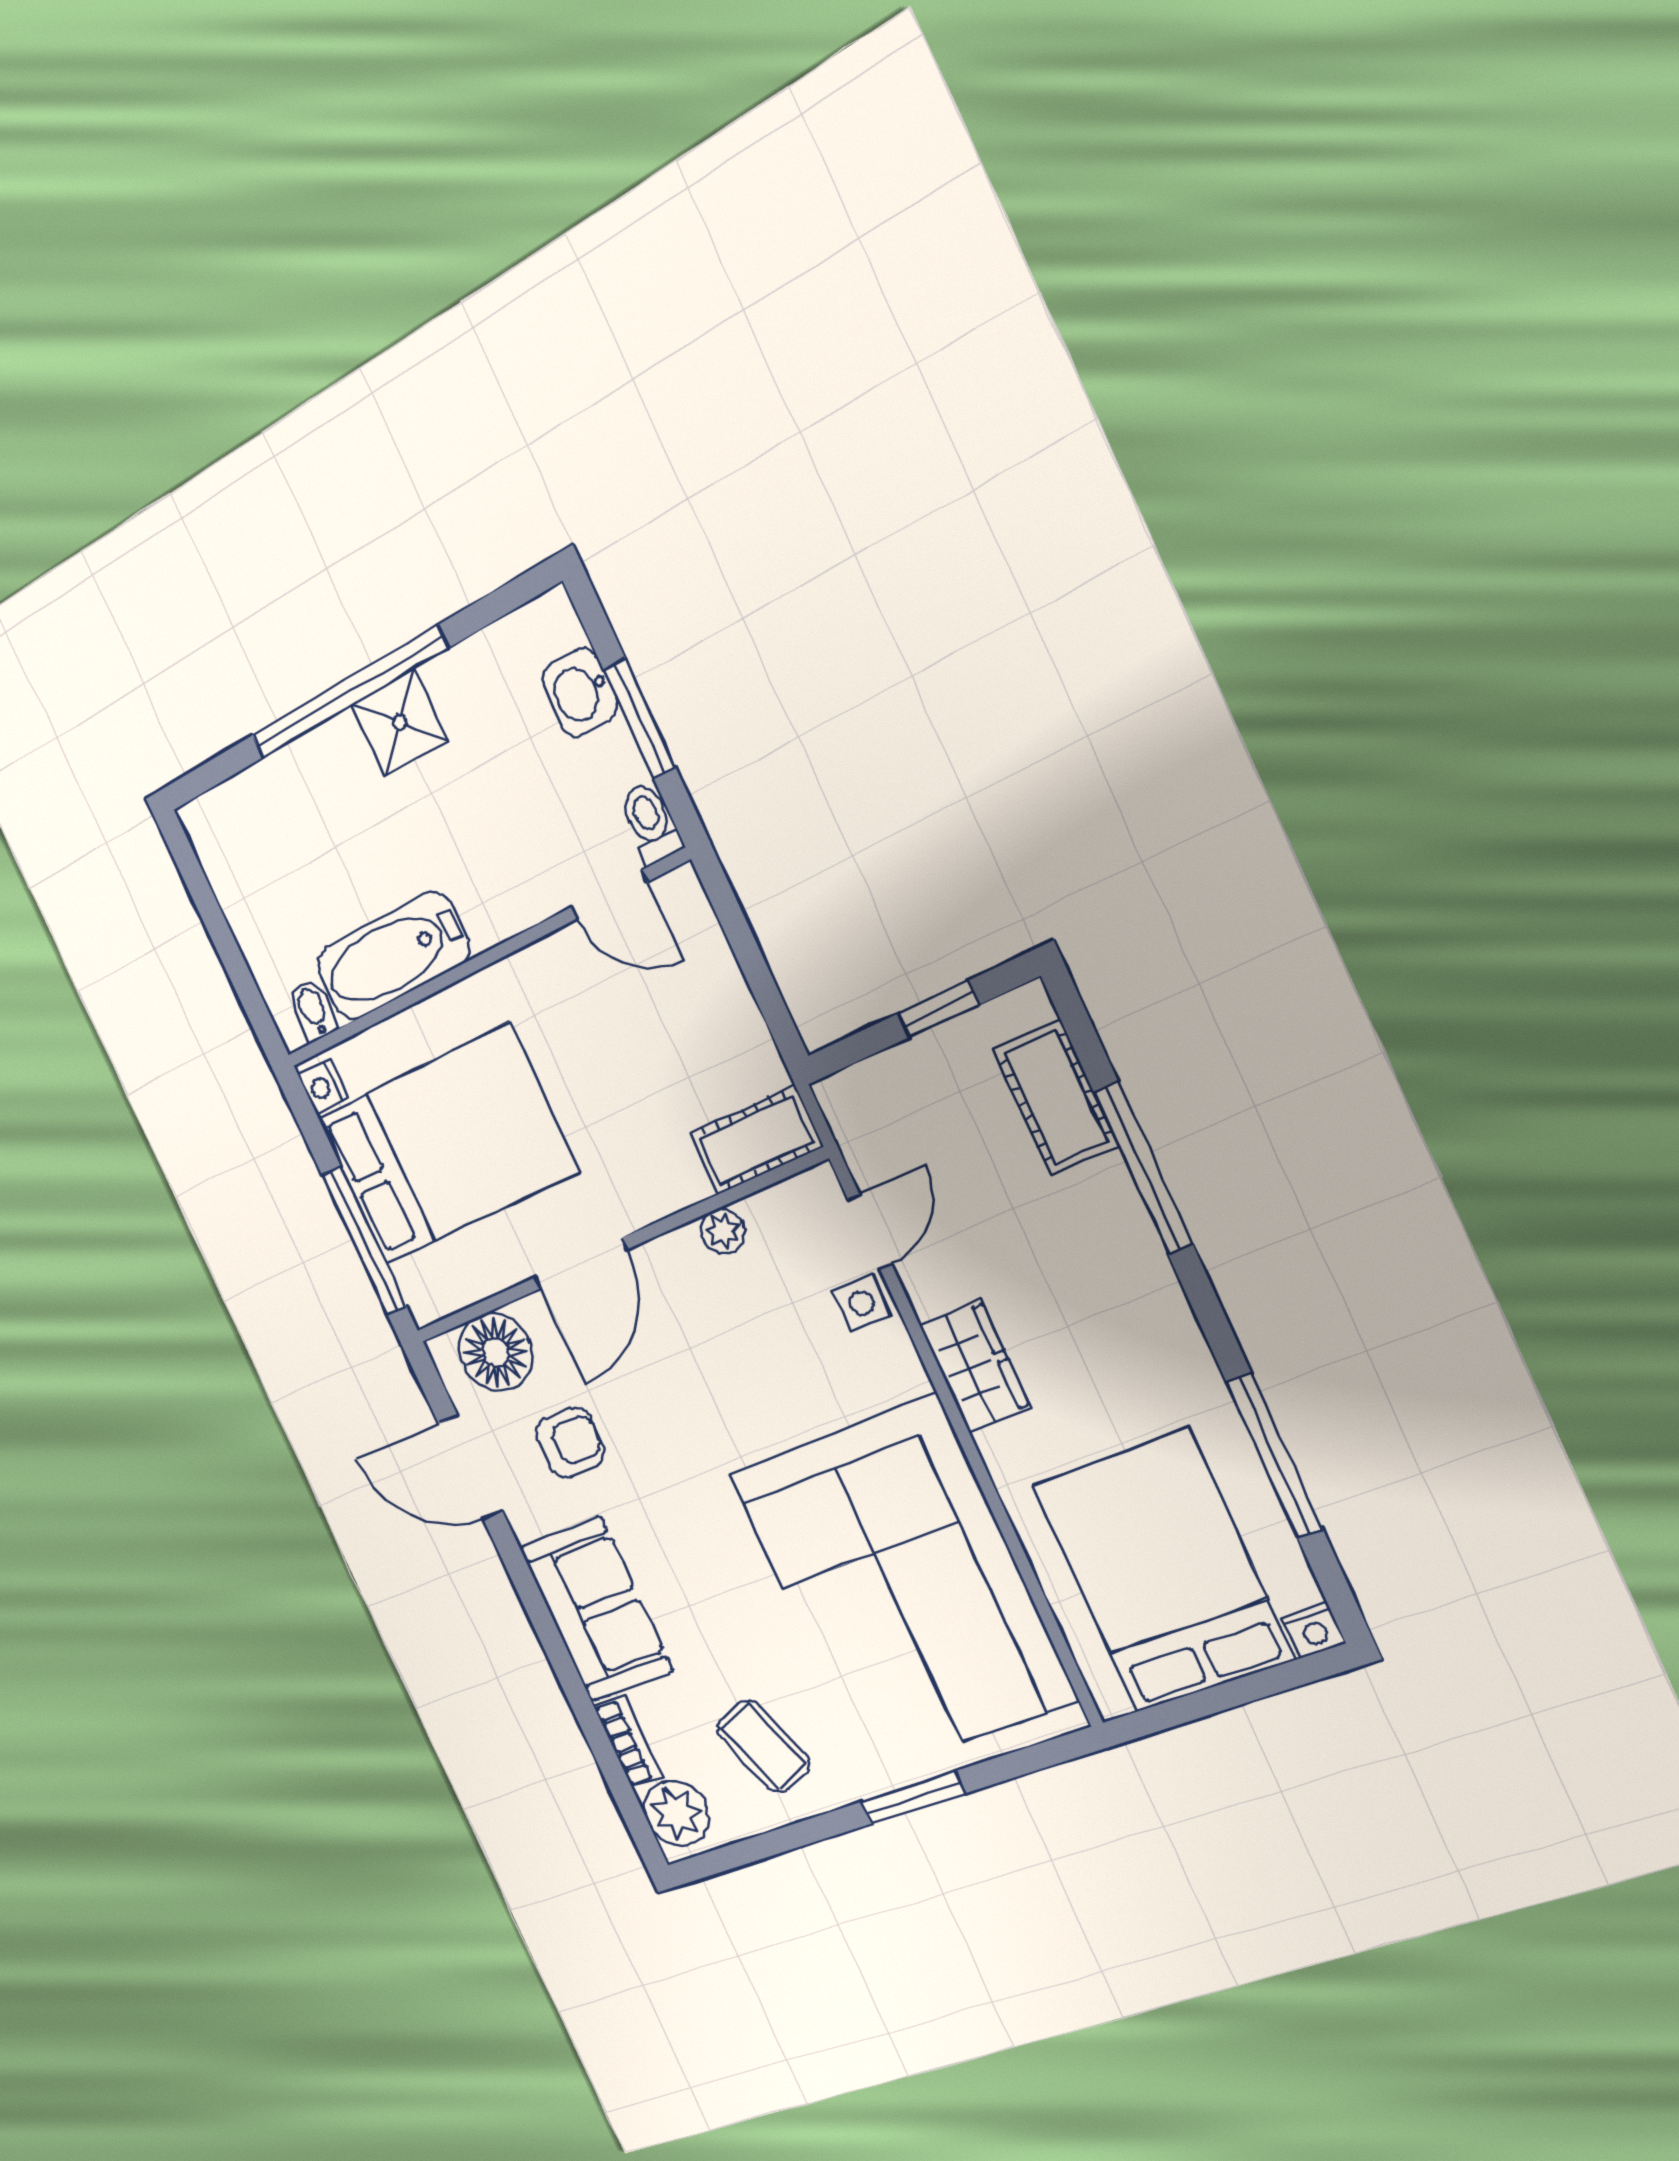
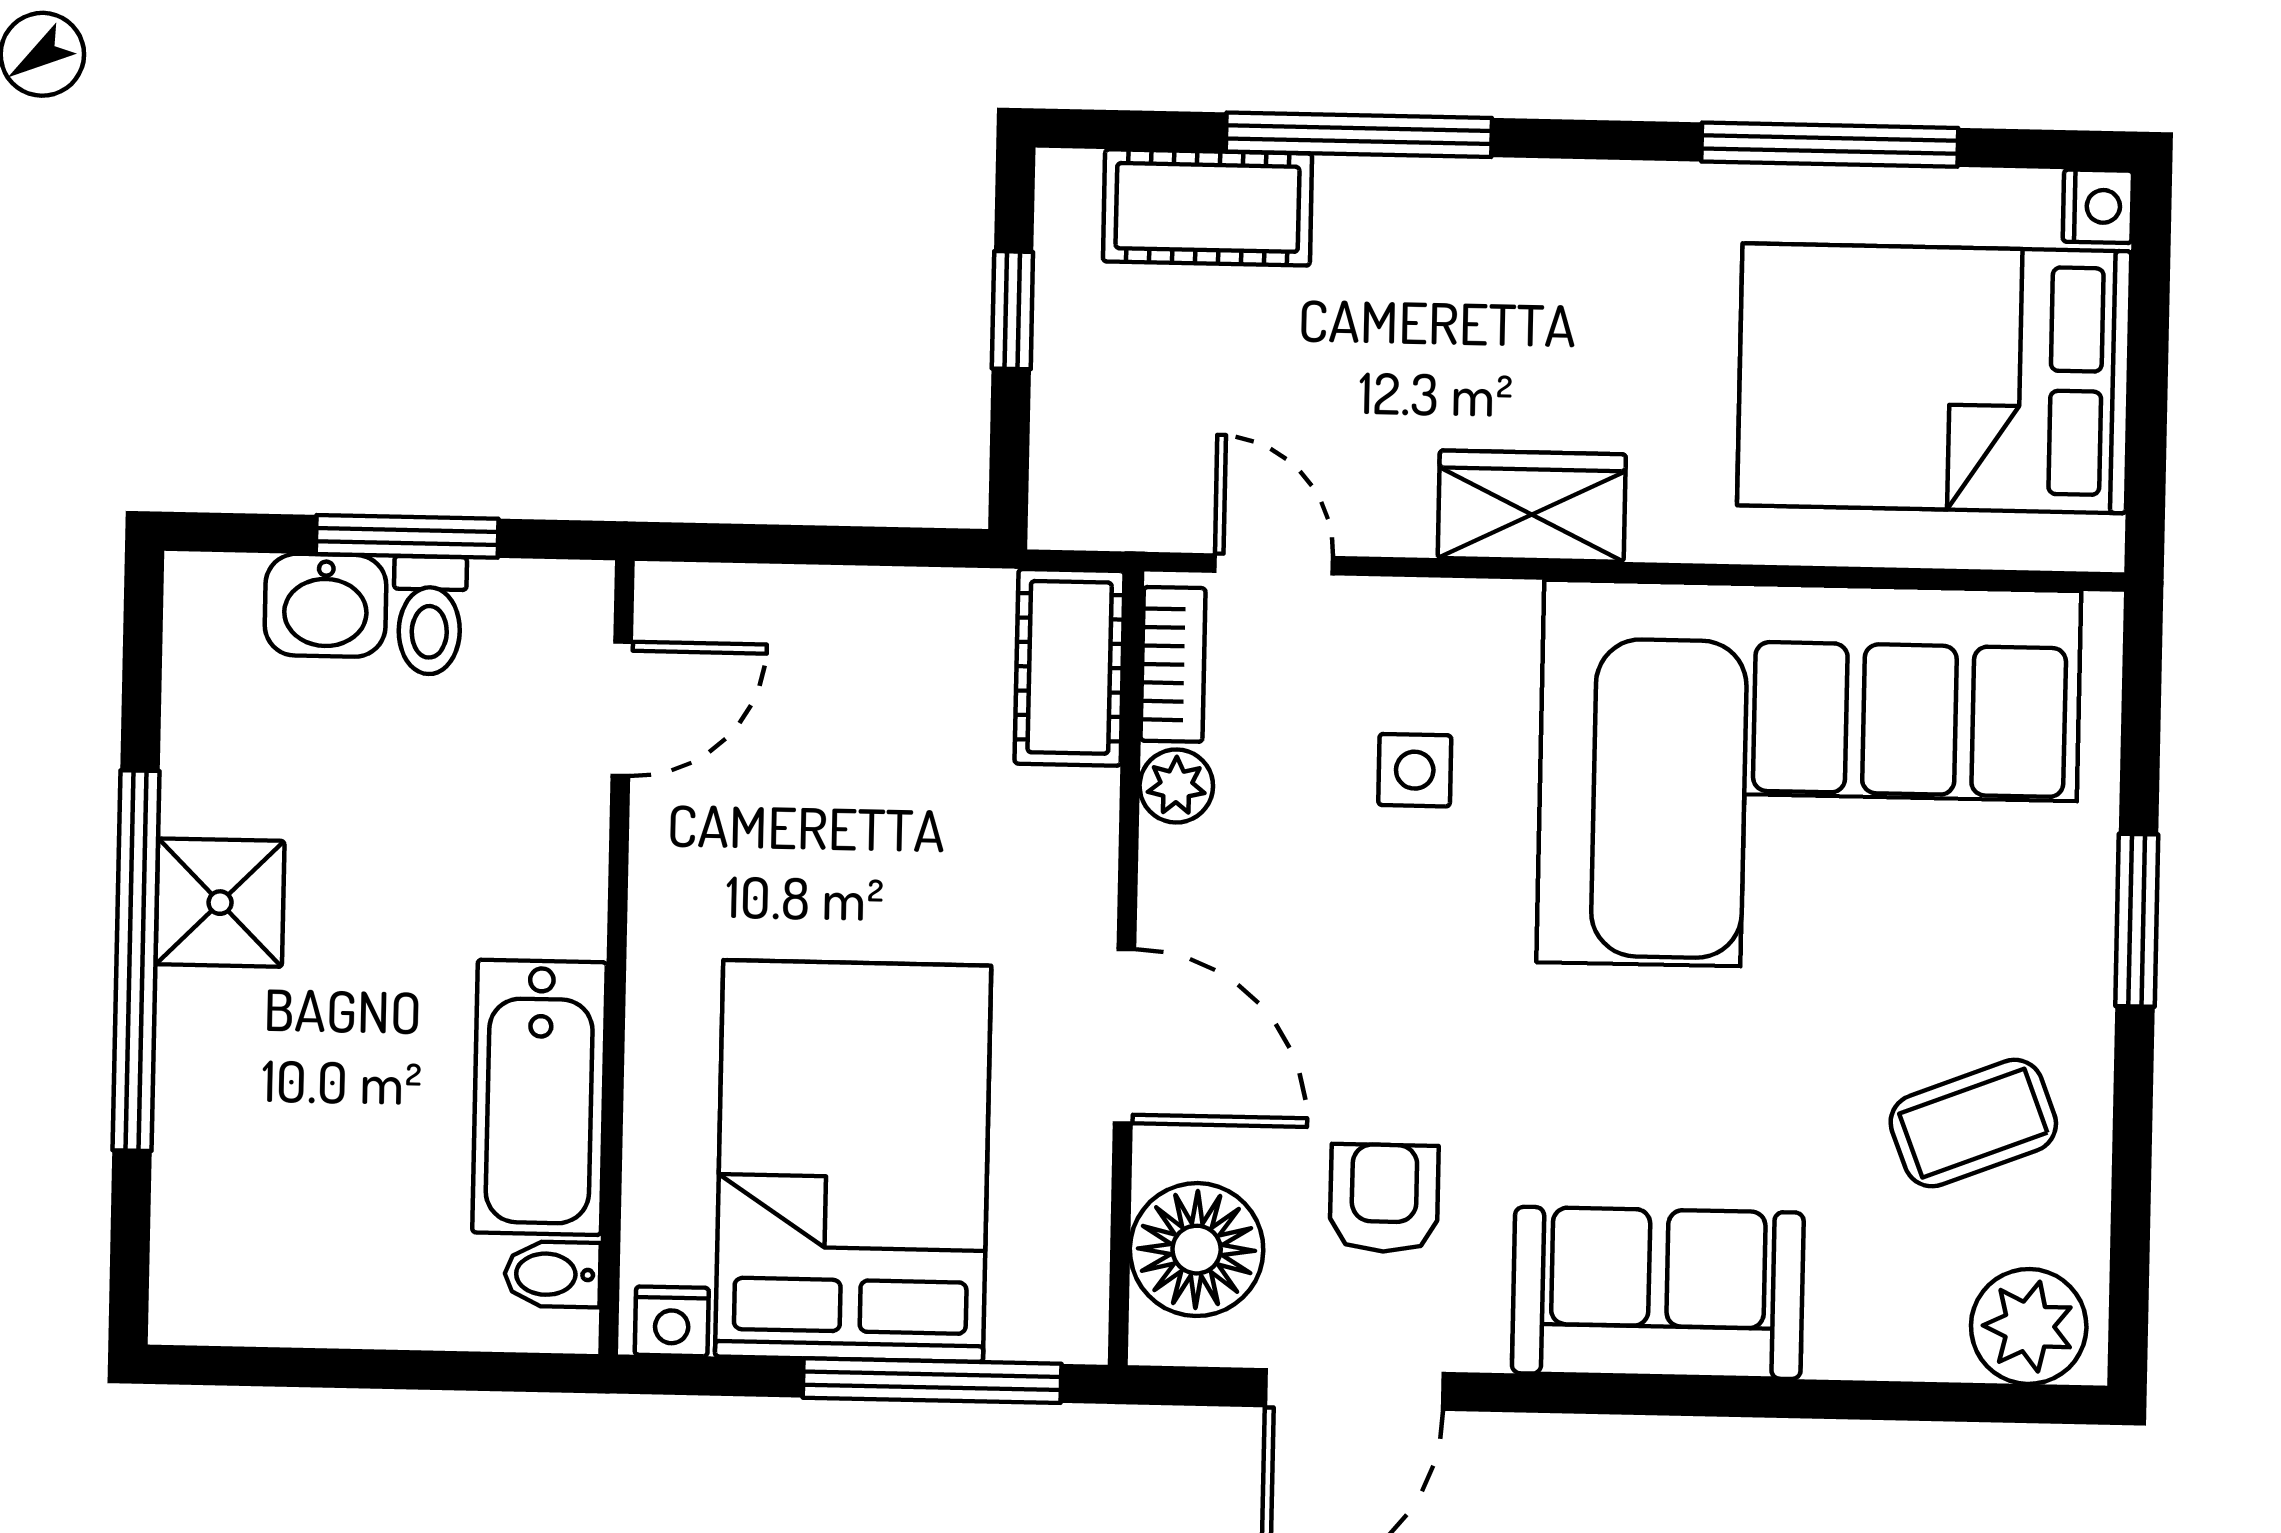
toilet: (650, 823) -> (430, 615), moved, turned -90
side table: (862, 1303) -> (1415, 770), moved
bookcase: (628, 1742) -> (1173, 664), moved, turned 90

